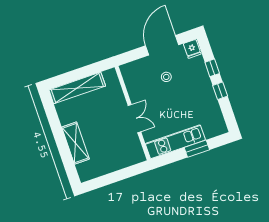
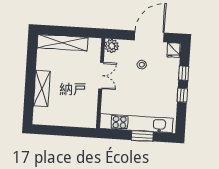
plant: (128, 71) -> (112, 46), added
double door: (135, 119) -> (101, 76), moved
kitchen unit: (175, 142) -> (136, 123), width x1.36

